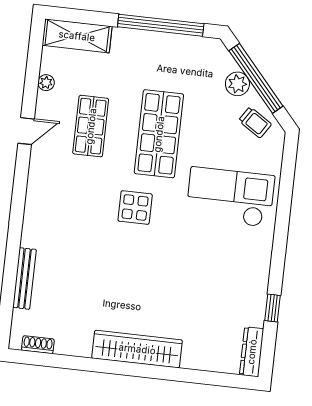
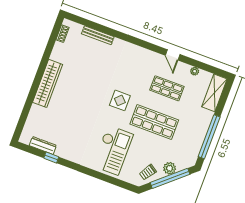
dresser: (252, 352) -> (43, 146), moved

